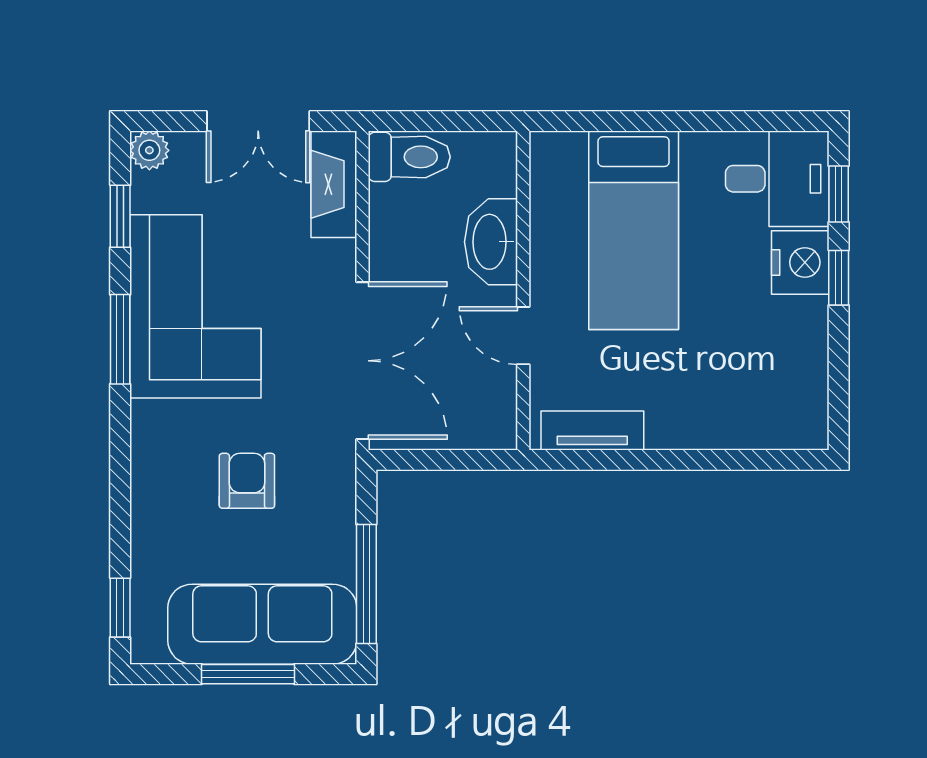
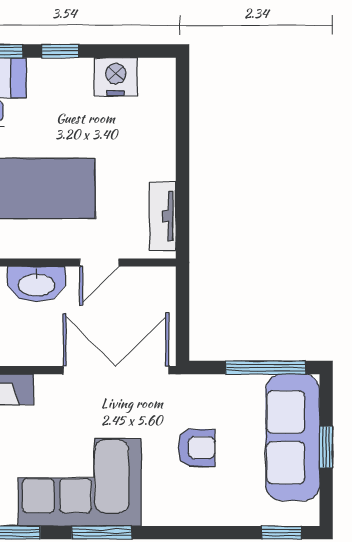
nightstand: (800, 262) -> (116, 77), moved
armchair: (247, 481) -> (196, 448), turned 180
window: (248, 674) -> (326, 447), width x0.67

